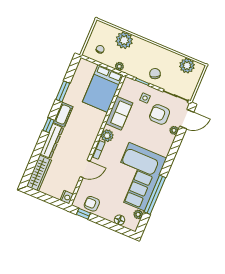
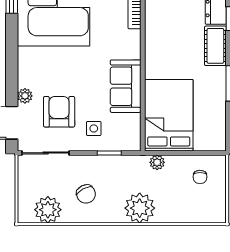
plant: (124, 40) -> (140, 208), moved
chair: (155, 74) -> (86, 194), moved
armchair: (160, 114) -> (59, 112), turned -90
plant: (107, 136) -> (130, 41), removed

